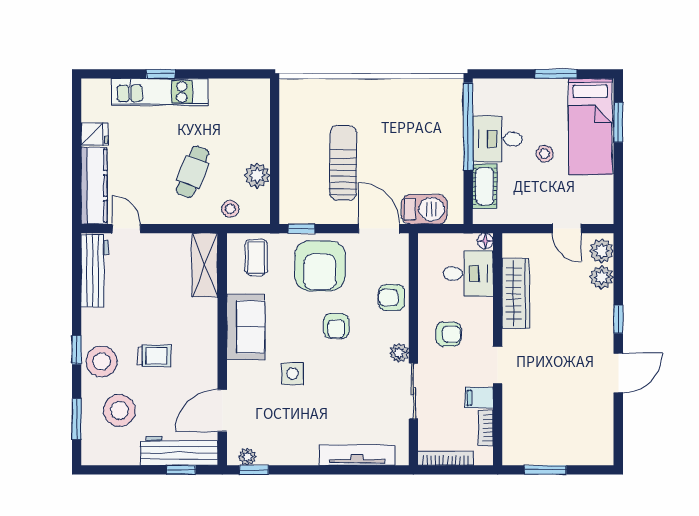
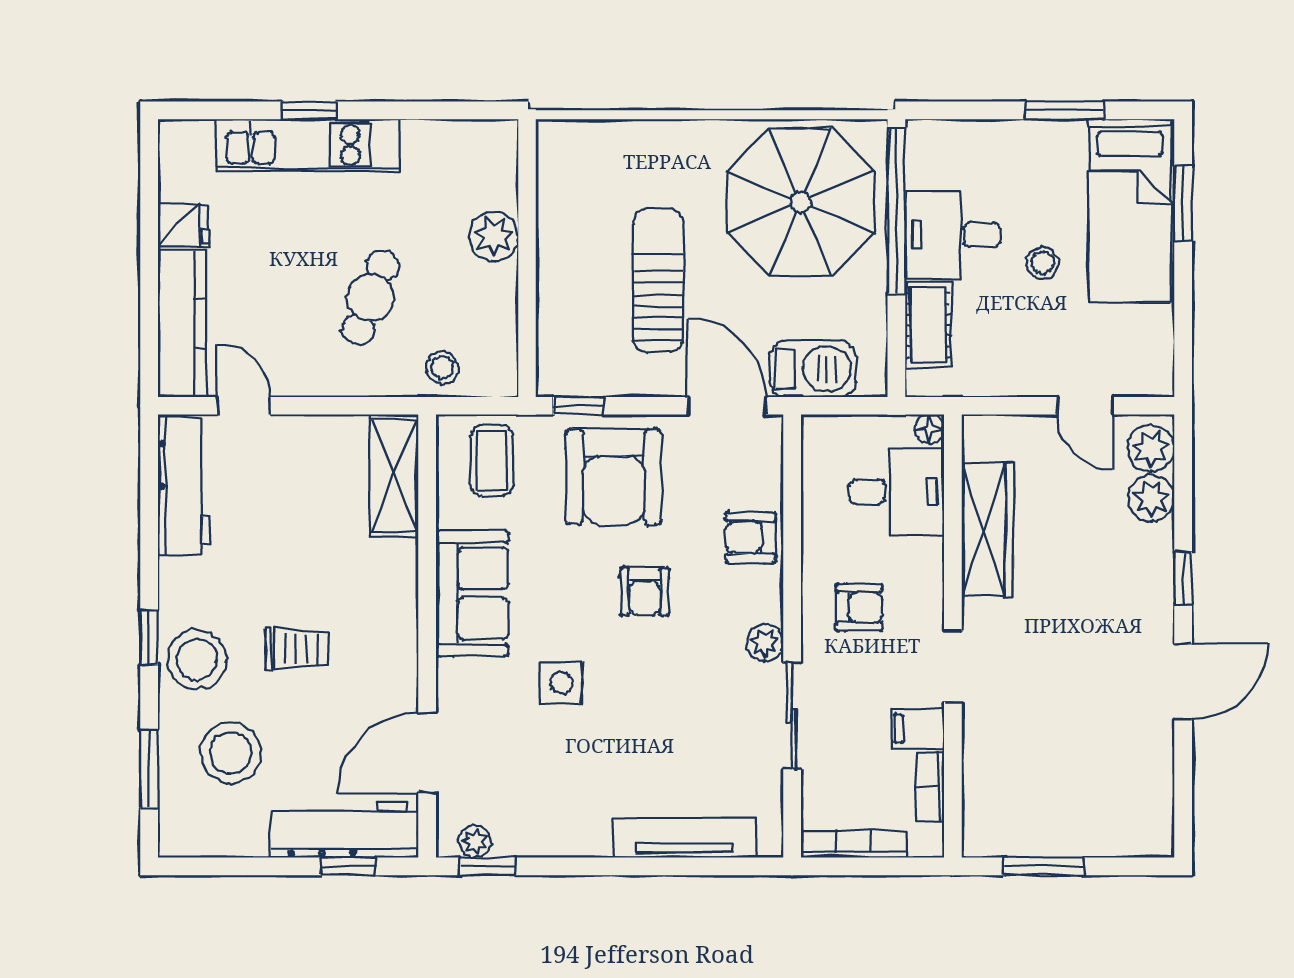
parasol: (418, 122) -> (801, 202), added
plant: (257, 175) -> (494, 237), moved

